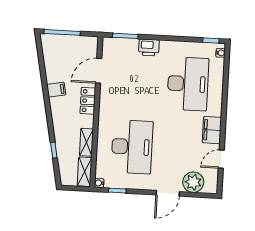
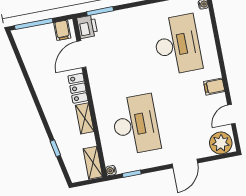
printer: (149, 47) -> (87, 27), moved, turned -90
filing cabinet: (56, 90) -> (62, 30), moved, turned 101
filing cabinet: (212, 130) -> (214, 87), width x0.50
shelving: (86, 142) -> (85, 118), moved
plant: (193, 182) -> (221, 143), moved

